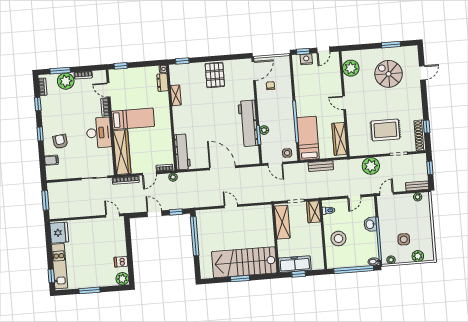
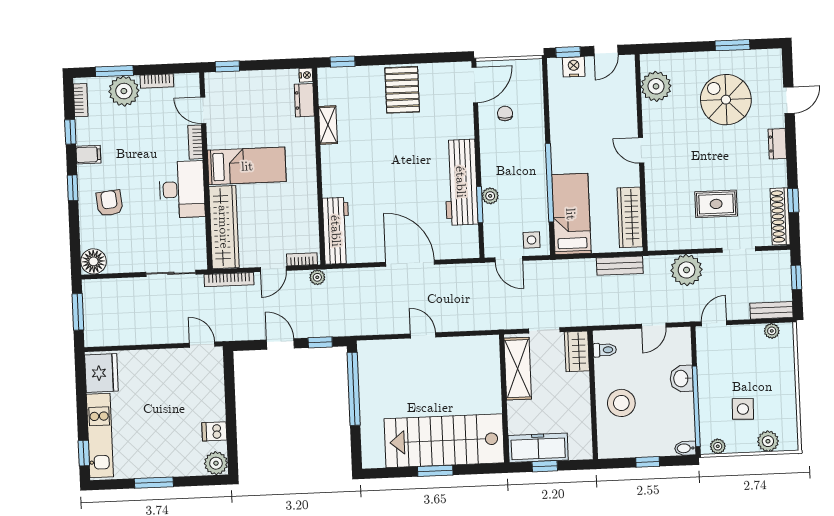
dresser: (417, 97) -> (777, 144), added
rug: (385, 130) -> (716, 204), width x0.73, depth x0.70
filing cabinet: (51, 160) -> (88, 155), moved
bench: (321, 166) -> (620, 266), moved
floor lamp: (53, 173) -> (94, 261), added
window: (354, 270) -> (648, 462), width x0.32

